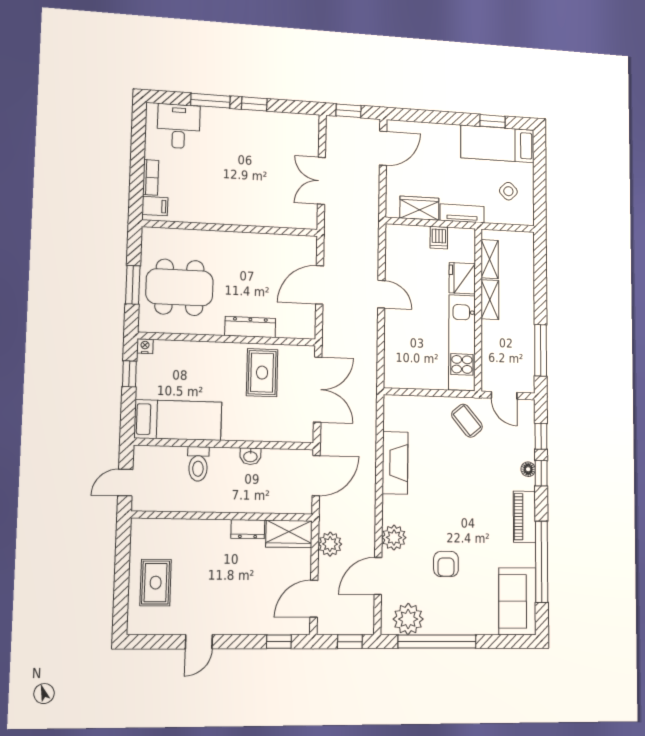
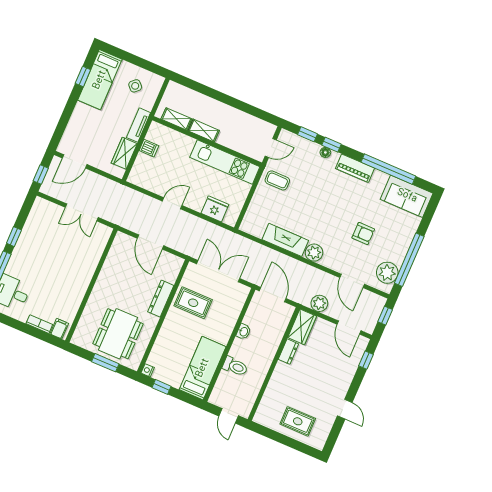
door: (383, 148) -> (75, 161), swing flipped
fridge: (462, 278) -> (215, 209), moved, turned 180
window: (541, 350) -> (251, 110), removed
coffee table: (467, 421) -> (277, 180), turned 40
plant: (394, 538) -> (314, 253), moved

